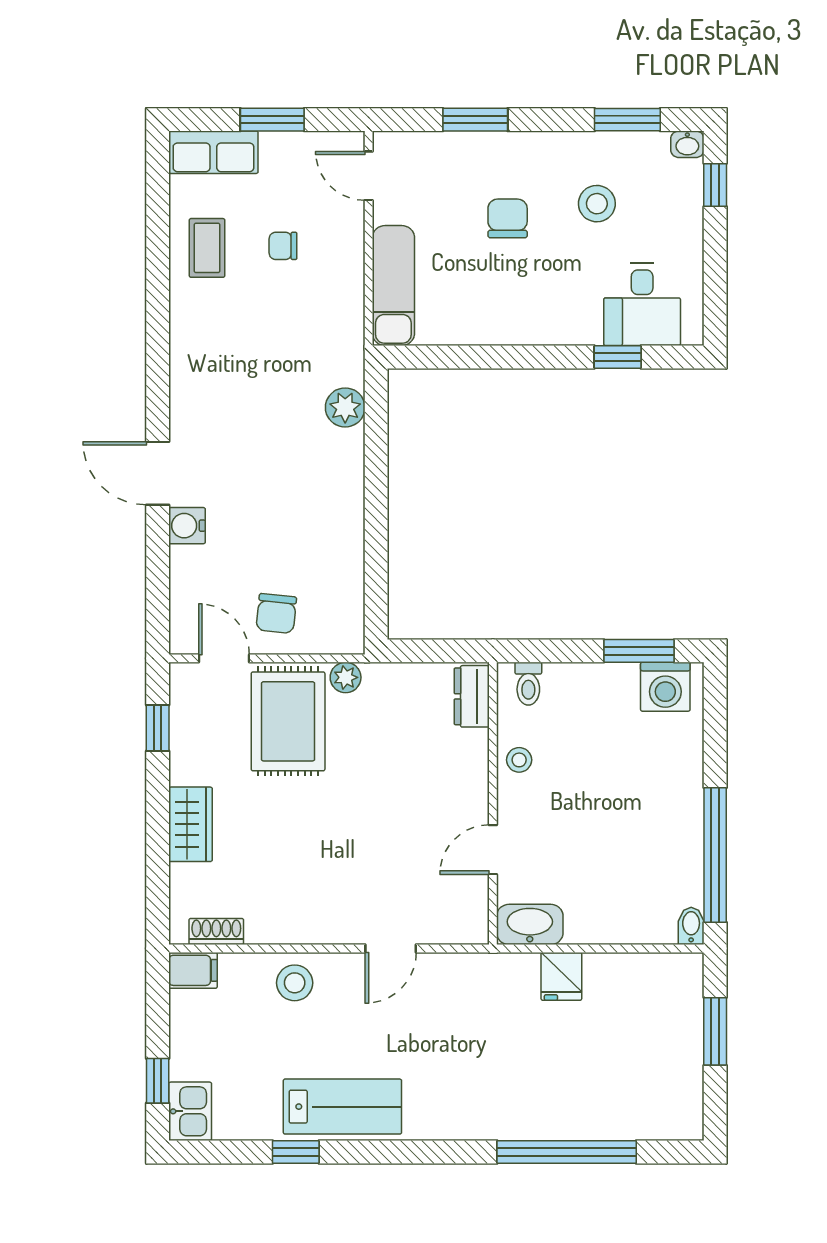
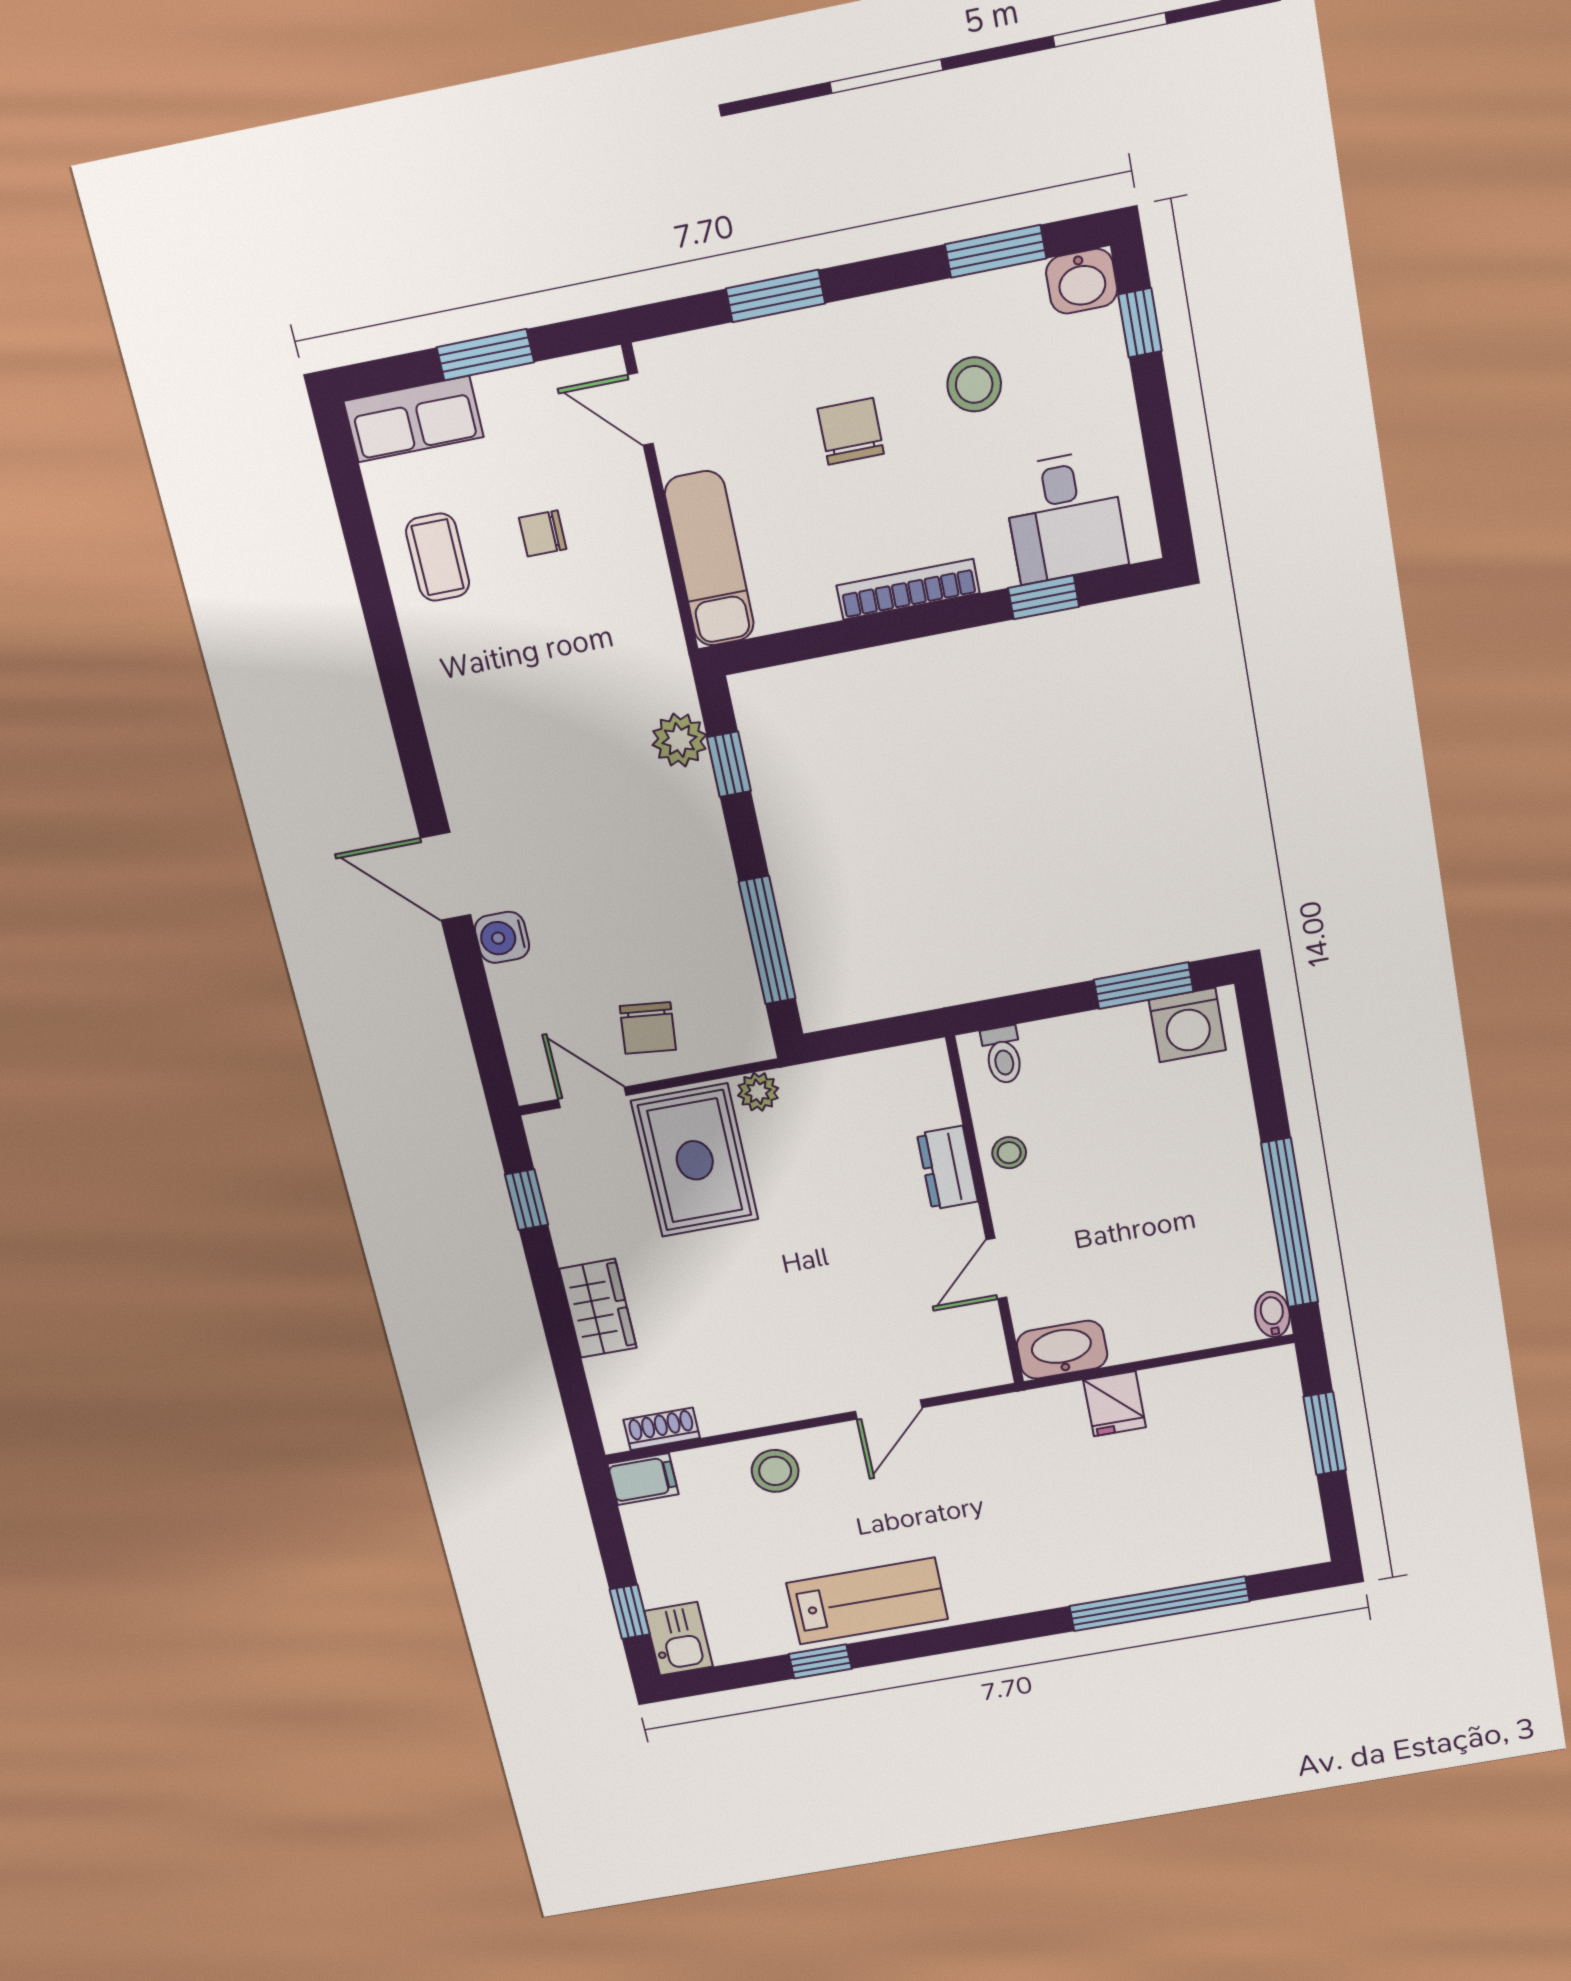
washbasin: (687, 144) -> (1082, 281), width x1.38, depth x1.45
bookcase: (525, 333) -> (908, 589), added
window: (376, 431) -> (729, 764), added
window: (376, 565) -> (767, 940), added
dresser: (472, 696) -> (947, 1168), moved

